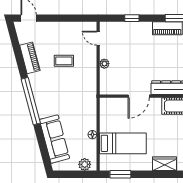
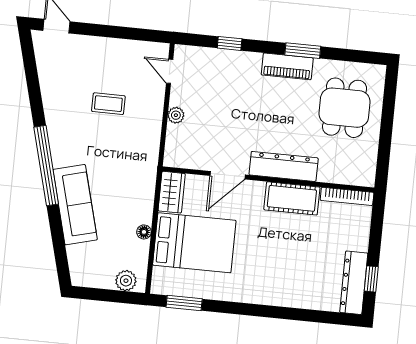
piano: (30, 58) -> (52, 93), removed
sofa: (54, 139) -> (75, 205), moved
bed: (123, 143) -> (194, 243), width x1.50
wardrobe: (165, 164) -> (172, 192), moved, turned 90

